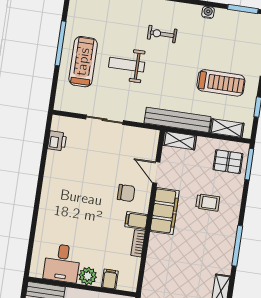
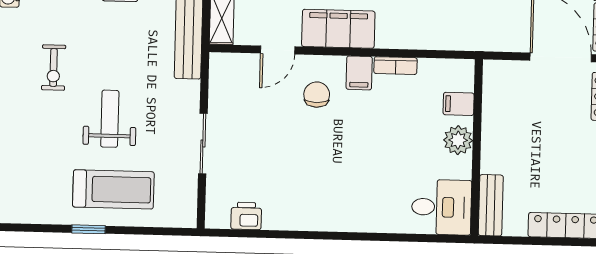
window: (61, 43) -> (88, 229), width x0.46
treadmill: (83, 62) -> (113, 189), turned 180
weight bench: (127, 65) -> (110, 119), turned 180
desk: (62, 263) -> (441, 207), moved

